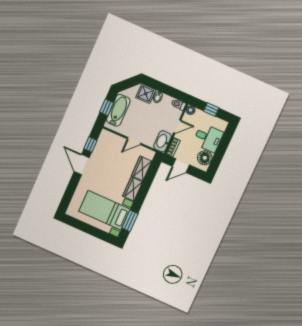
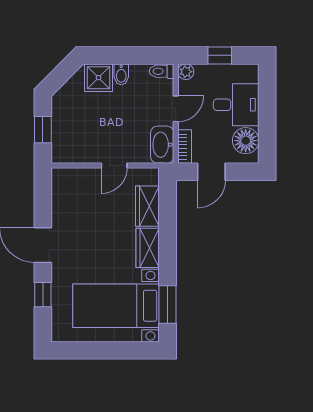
bathtub: (118, 110) -> (65, 126), removed
window: (90, 145) -> (43, 295), moved

